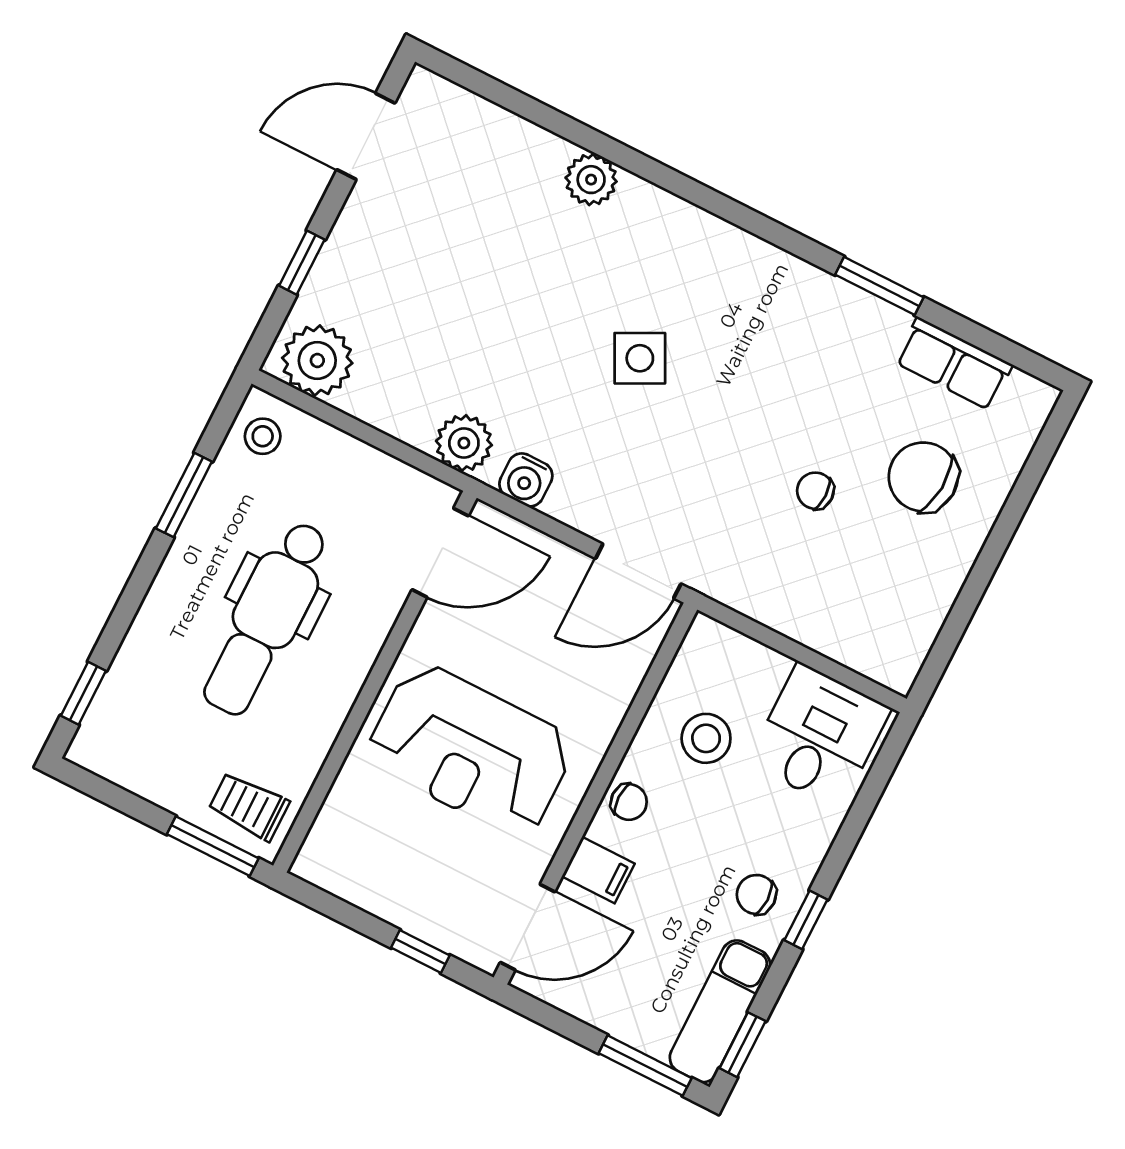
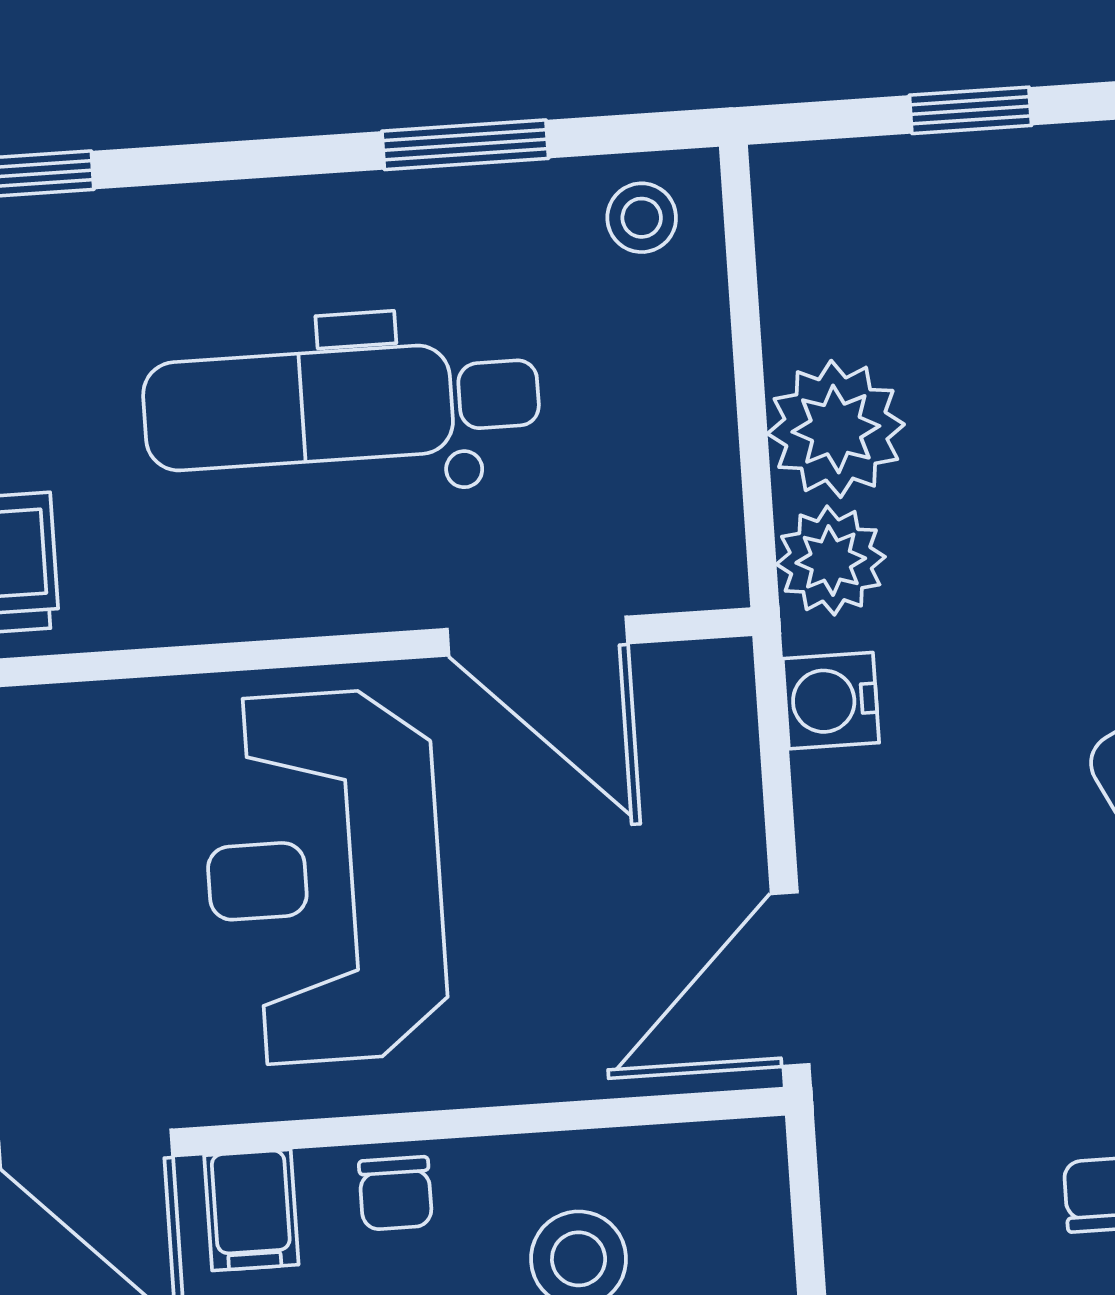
plant: (317, 360) -> (836, 429), moved
door: (440, 553) -> (537, 636), moved
door: (638, 571) -> (790, 979), hinge flipped

